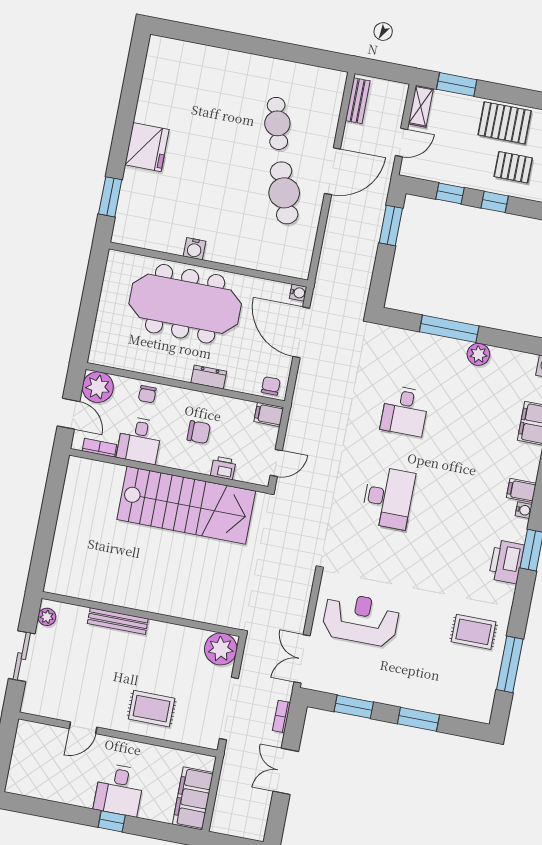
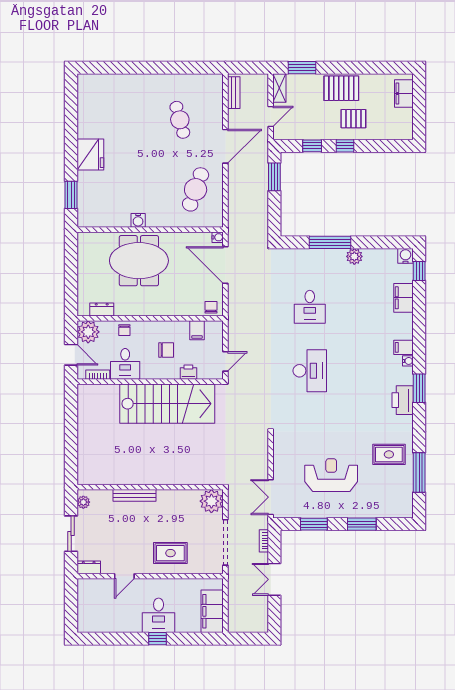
cafe table: (284, 193) -> (196, 189), moved, turned 39
meeting table: (185, 304) -> (139, 261), width x0.73
dresser: (209, 377) -> (102, 309), moved
filing cabinet: (269, 414) -> (197, 330), moved, turned -90
reception desk: (361, 619) -> (331, 475), moved
dresser: (37, 707) -> (89, 567), added

